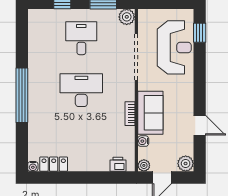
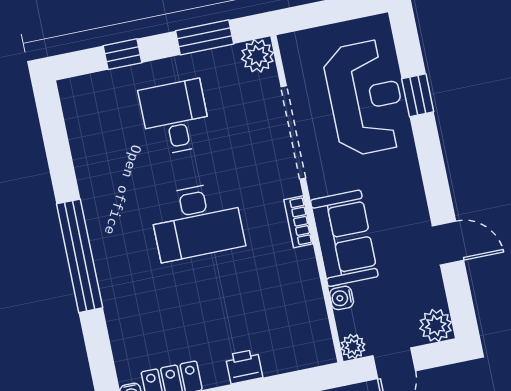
window: (200, 33) -> (418, 95), moved
desk: (81, 90) -> (197, 221), turned 180
bookcase: (130, 114) -> (298, 222), moved
printer: (118, 164) -> (244, 366), moved

